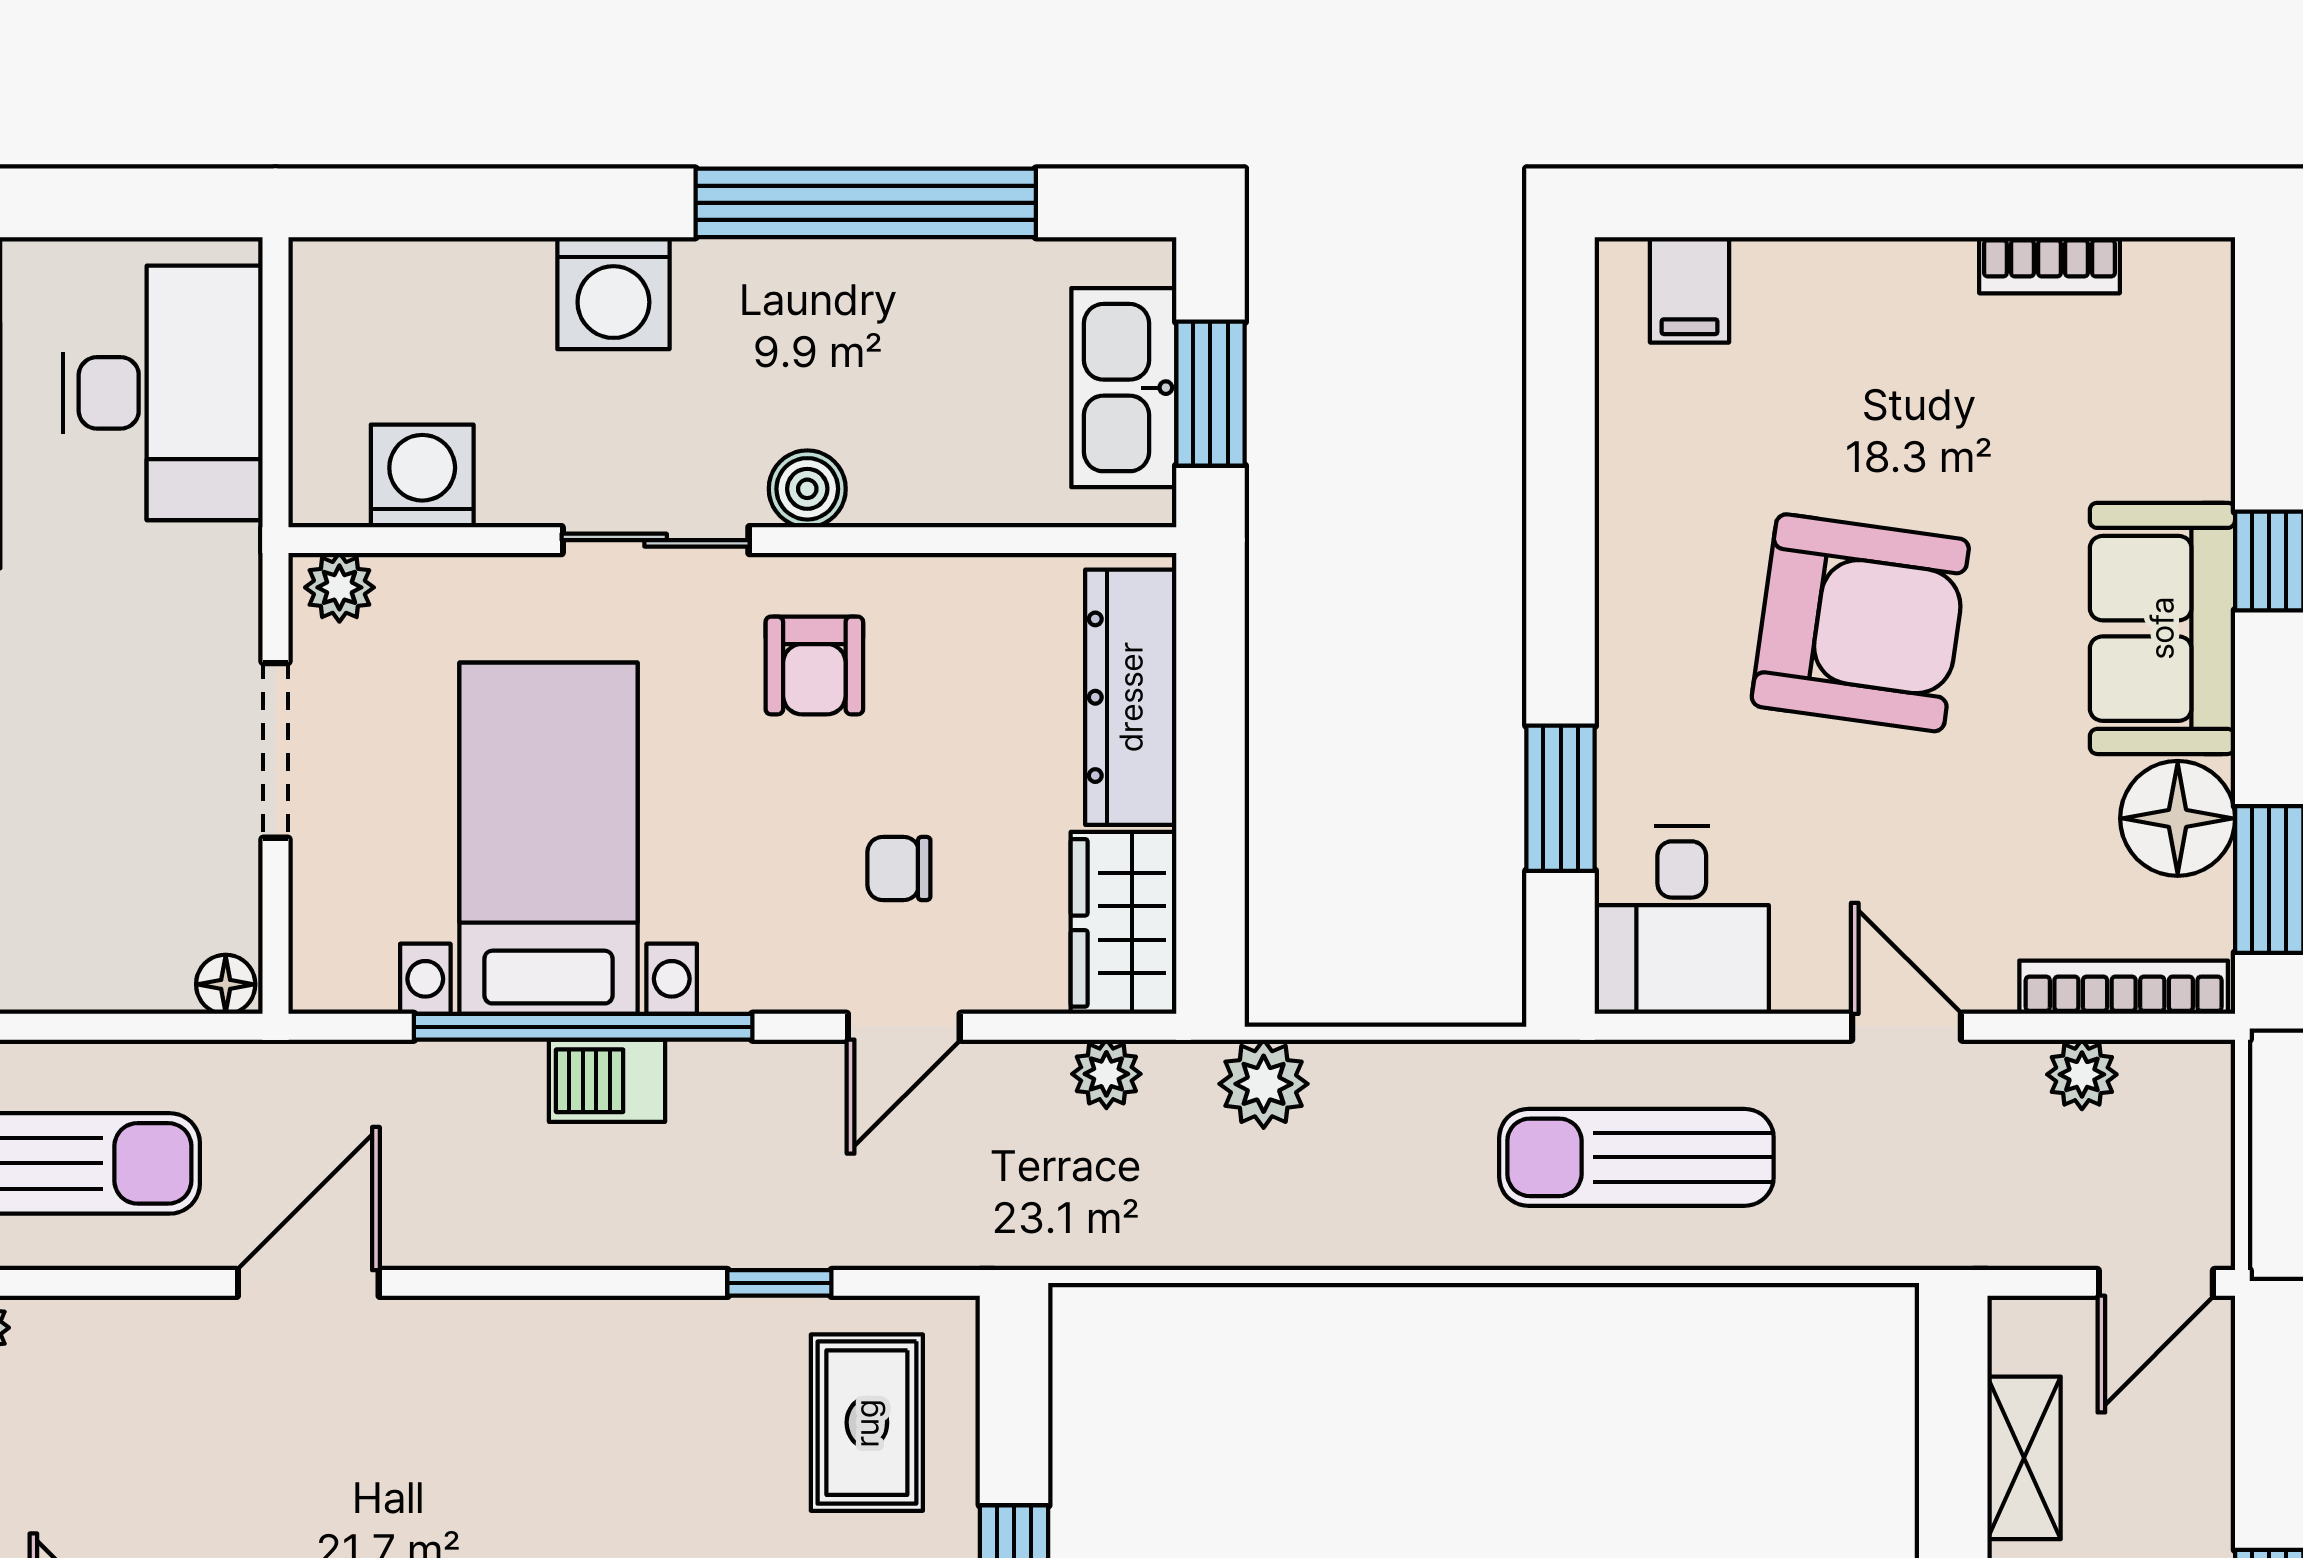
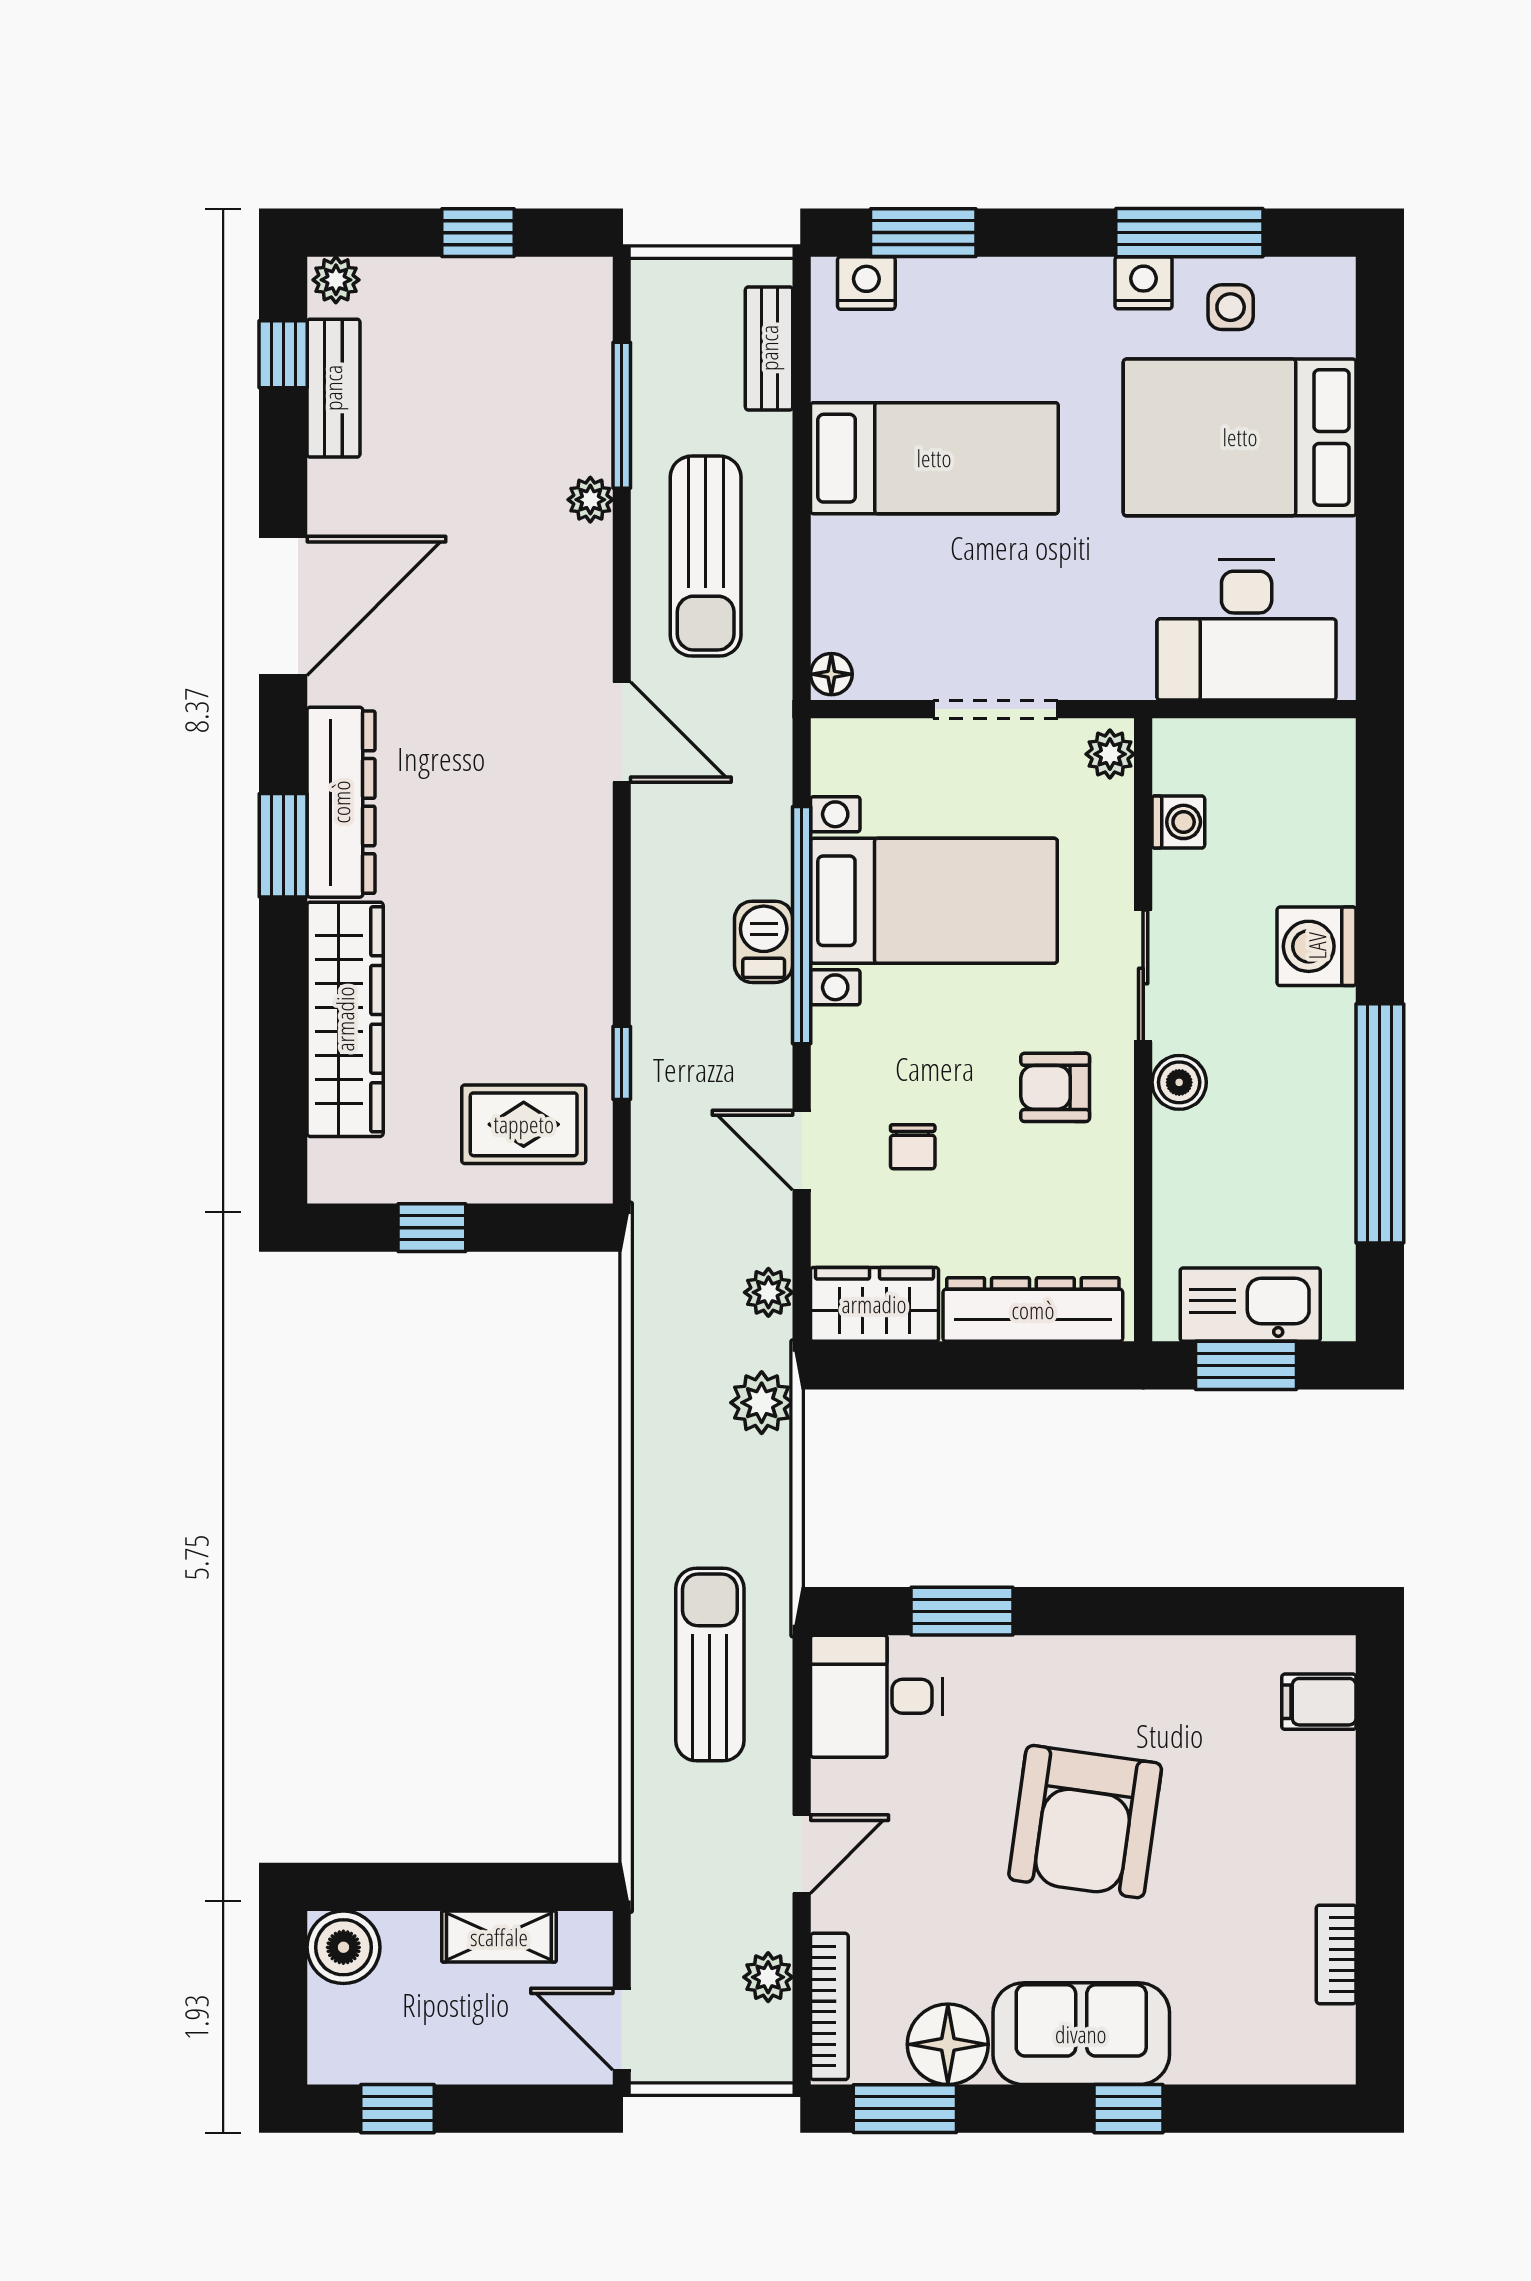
washing machine: (422, 476) -> (1178, 822), width x0.73, depth x0.73
chair: (899, 868) -> (913, 1147), turned 180

